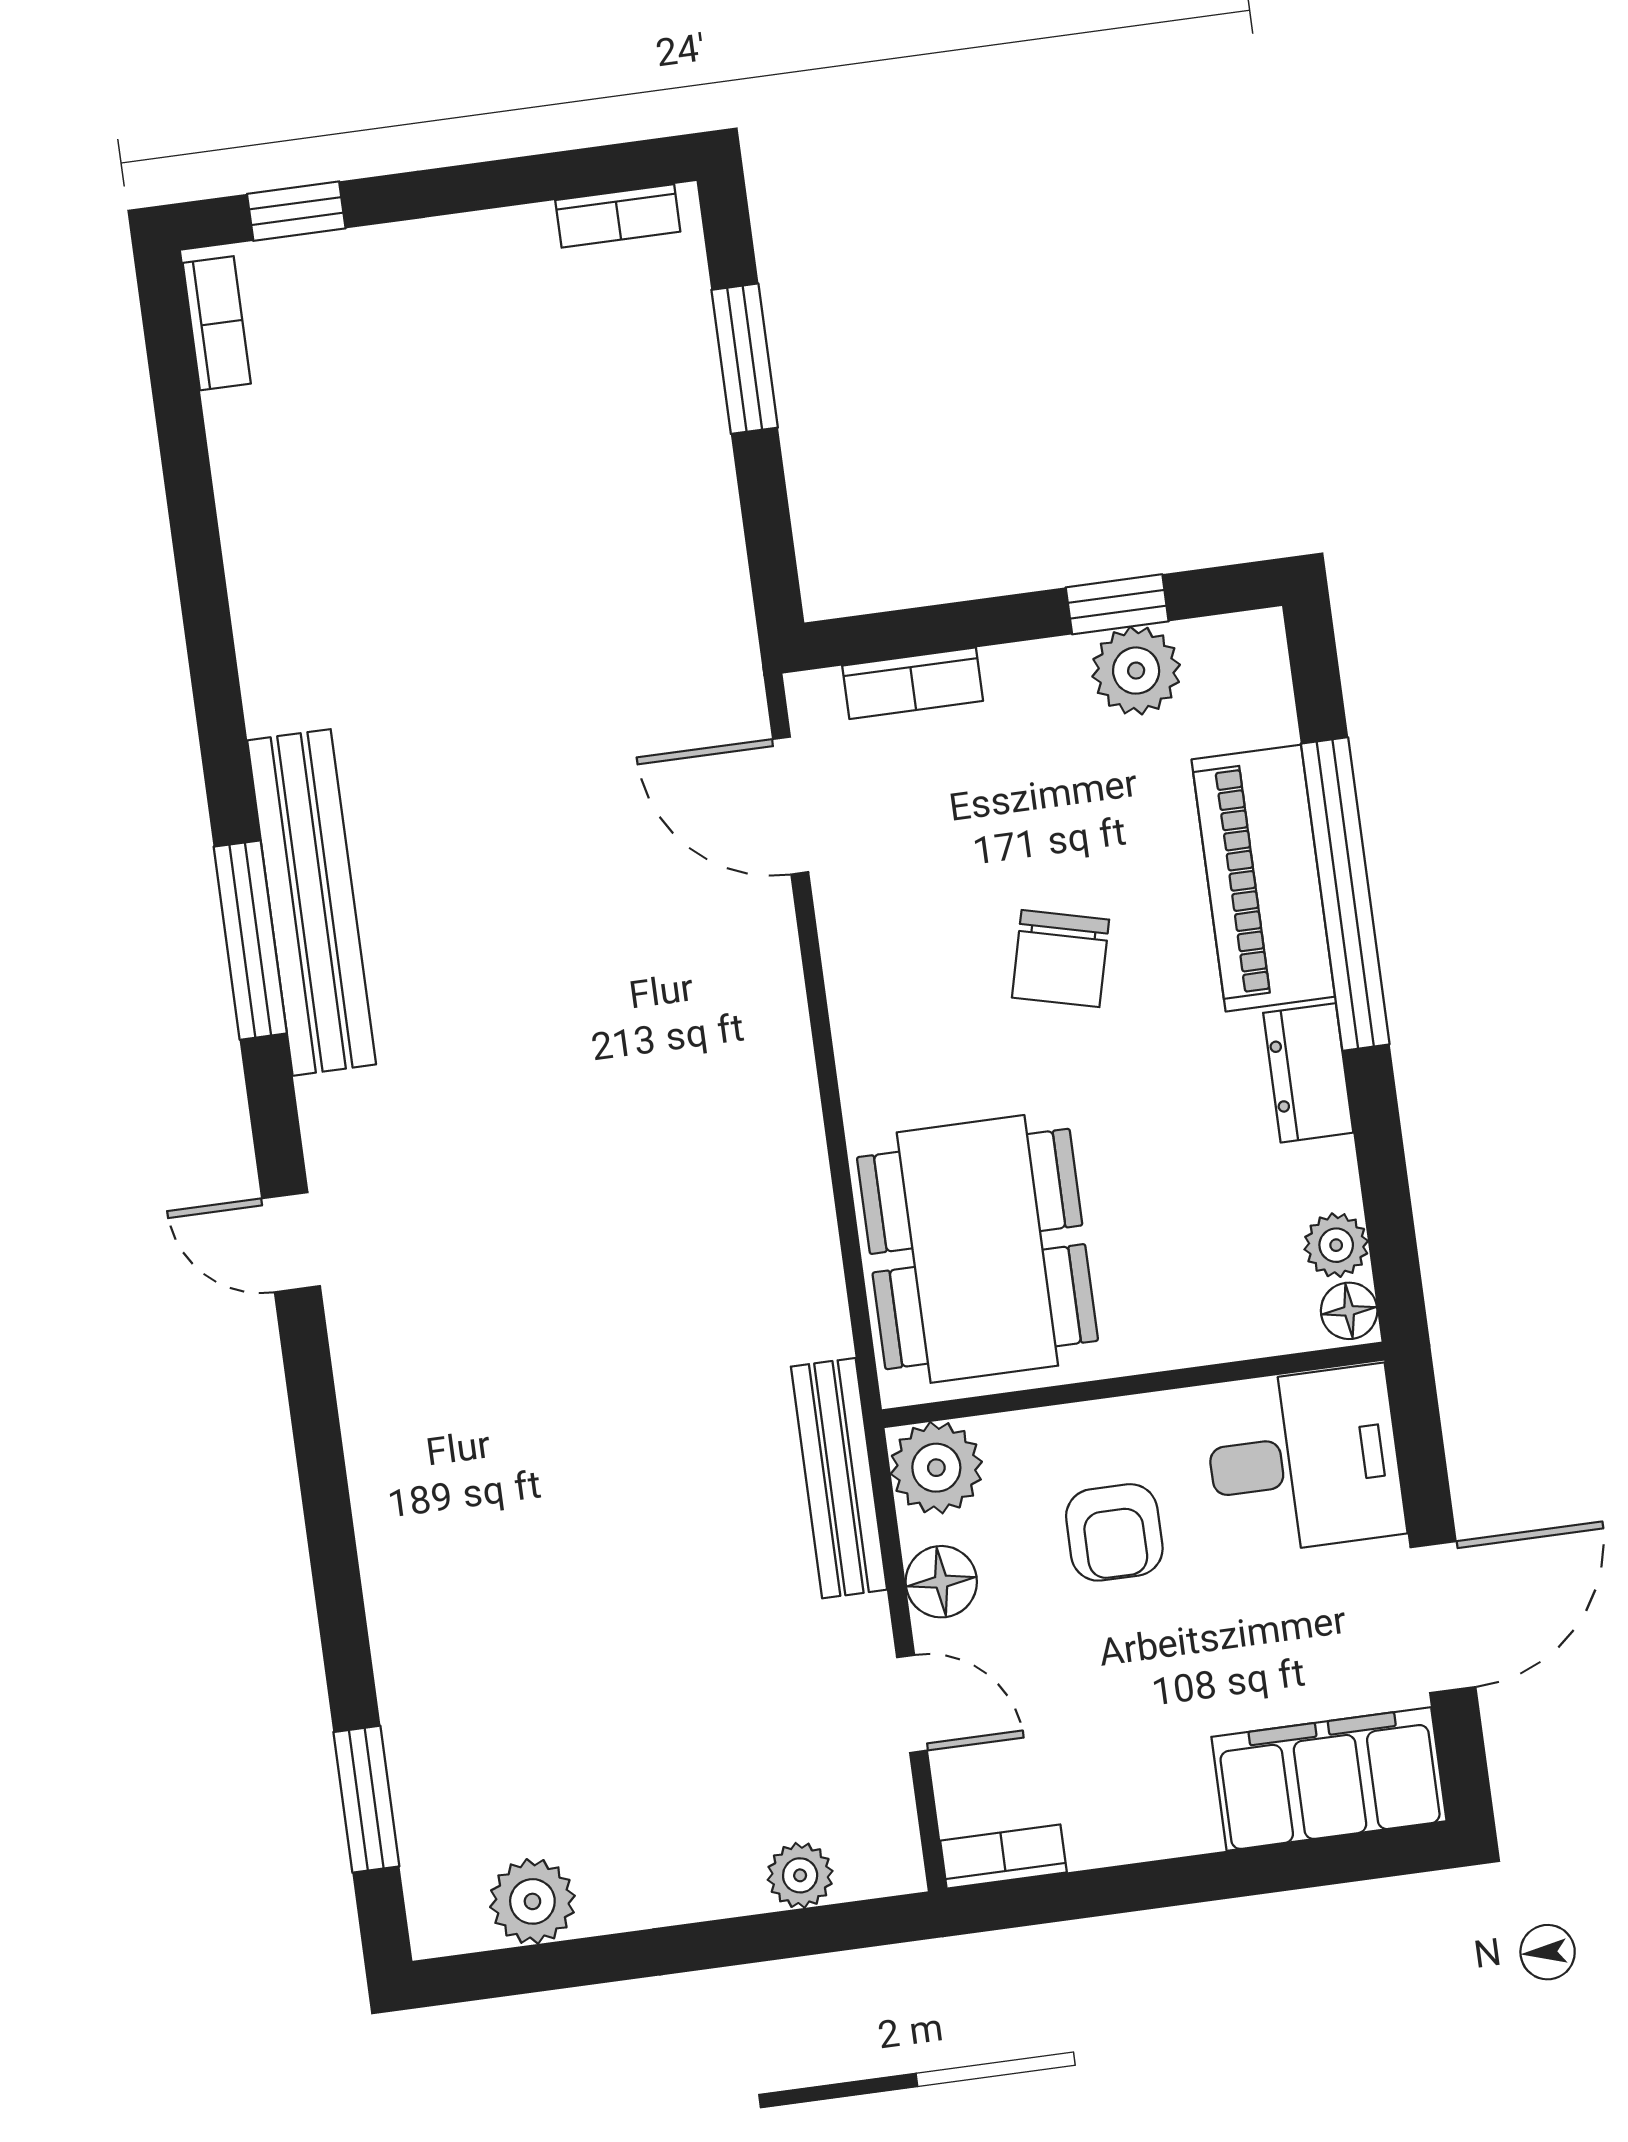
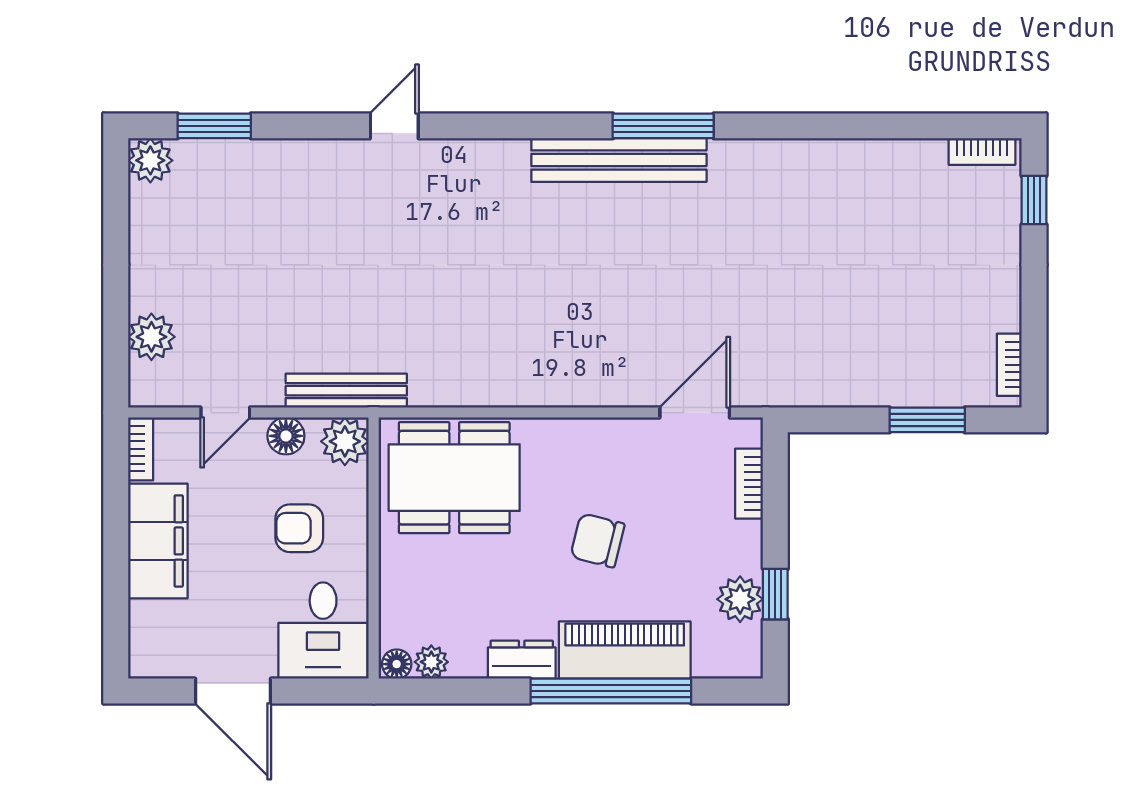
bench: (312, 902) -> (619, 160), moved
door: (291, 1242) -> (394, 126), moved
filing cabinet: (1329, 1779) -> (158, 541), moved
plant: (800, 1875) -> (151, 337), width x1.38, depth x1.38
plant: (532, 1901) -> (150, 160), moved

